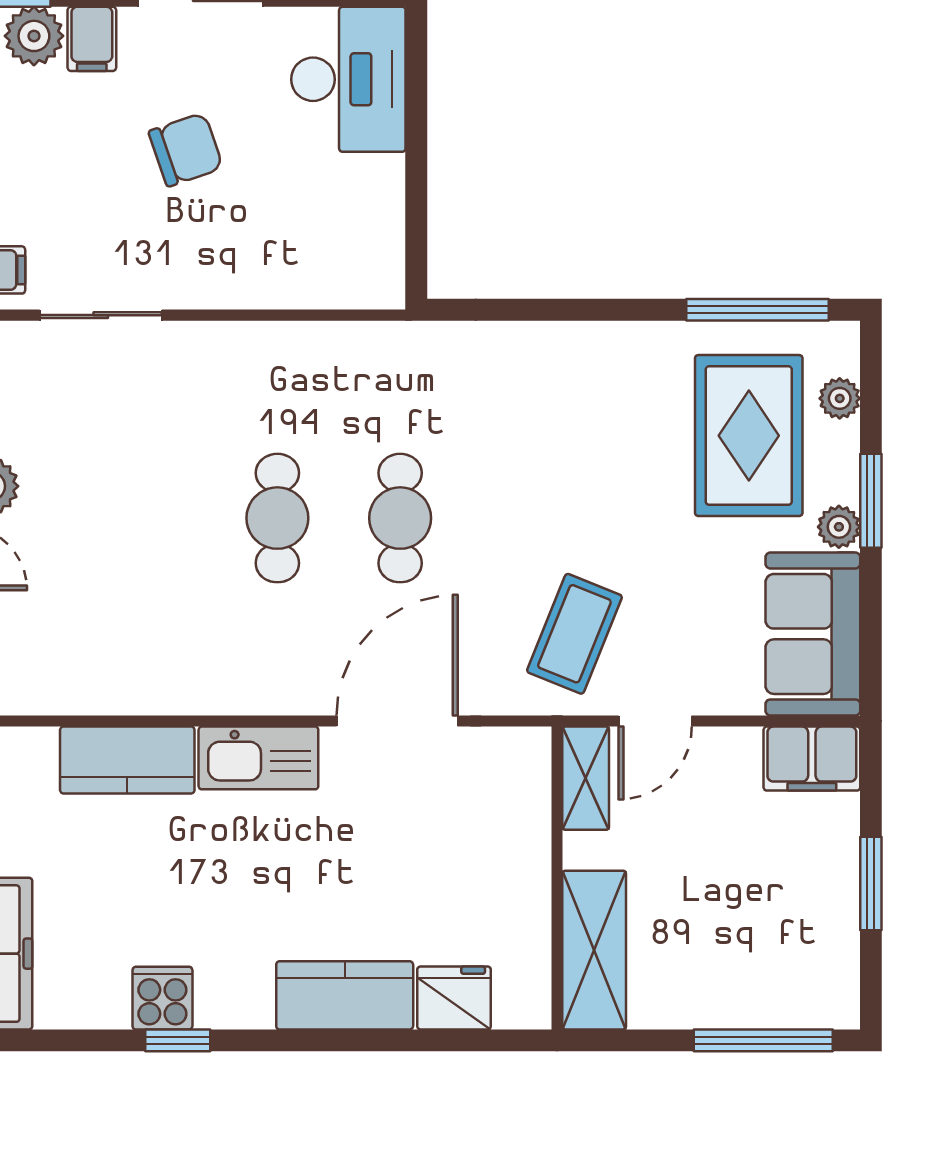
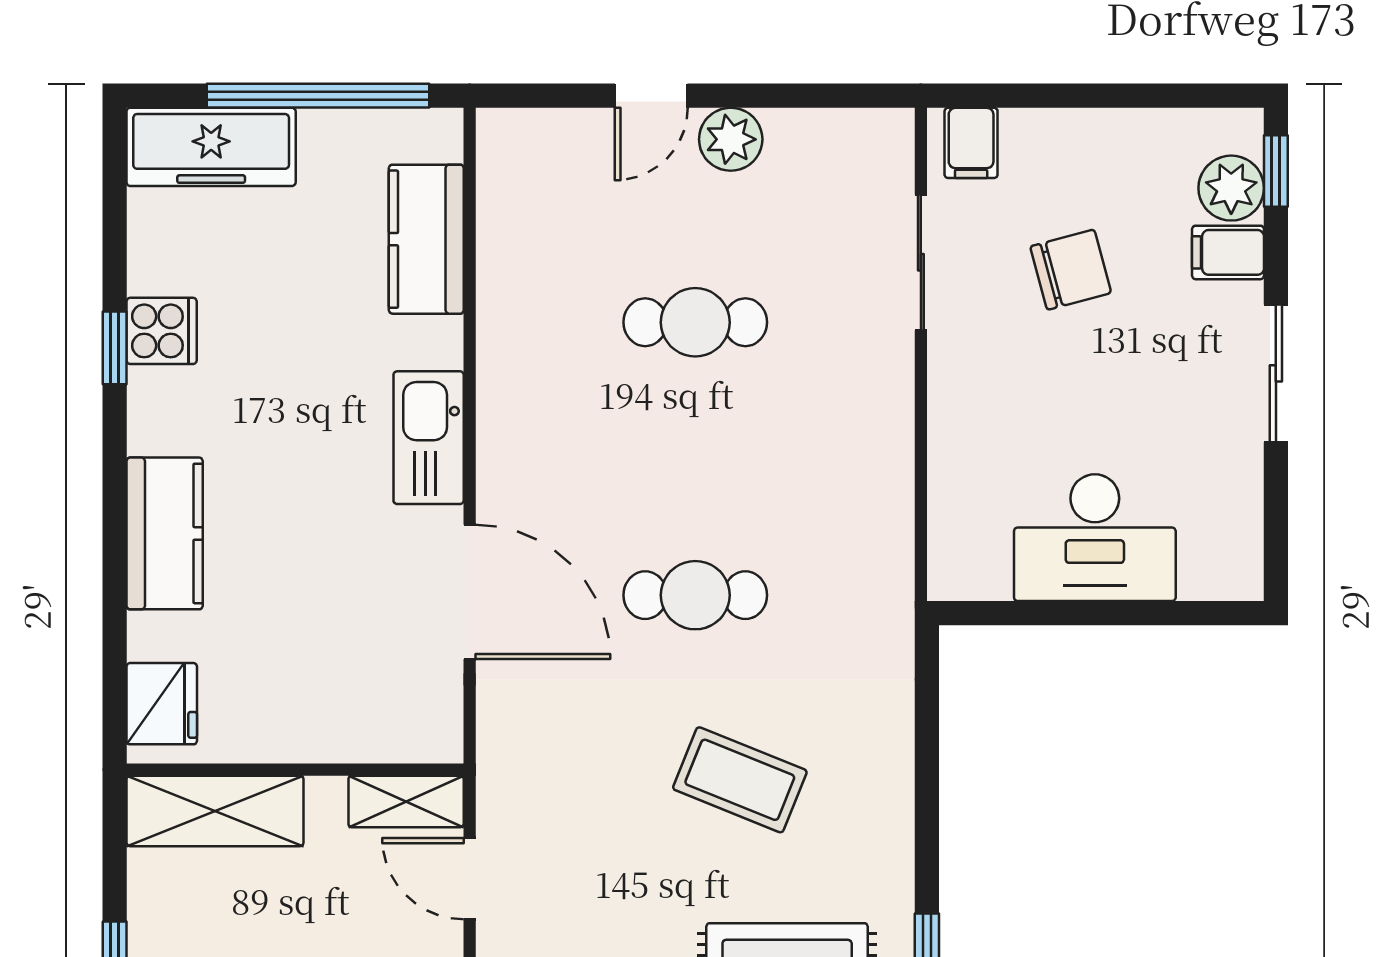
desk: (348, 79) -> (1095, 538), moved
chair: (186, 150) -> (1071, 270), moved, turned -86
cafe table: (277, 518) -> (695, 322), moved
coffee table: (574, 634) -> (740, 780), moved
kitchen counter: (127, 760) -> (426, 239), moved
fridge: (454, 998) -> (162, 704), moved

